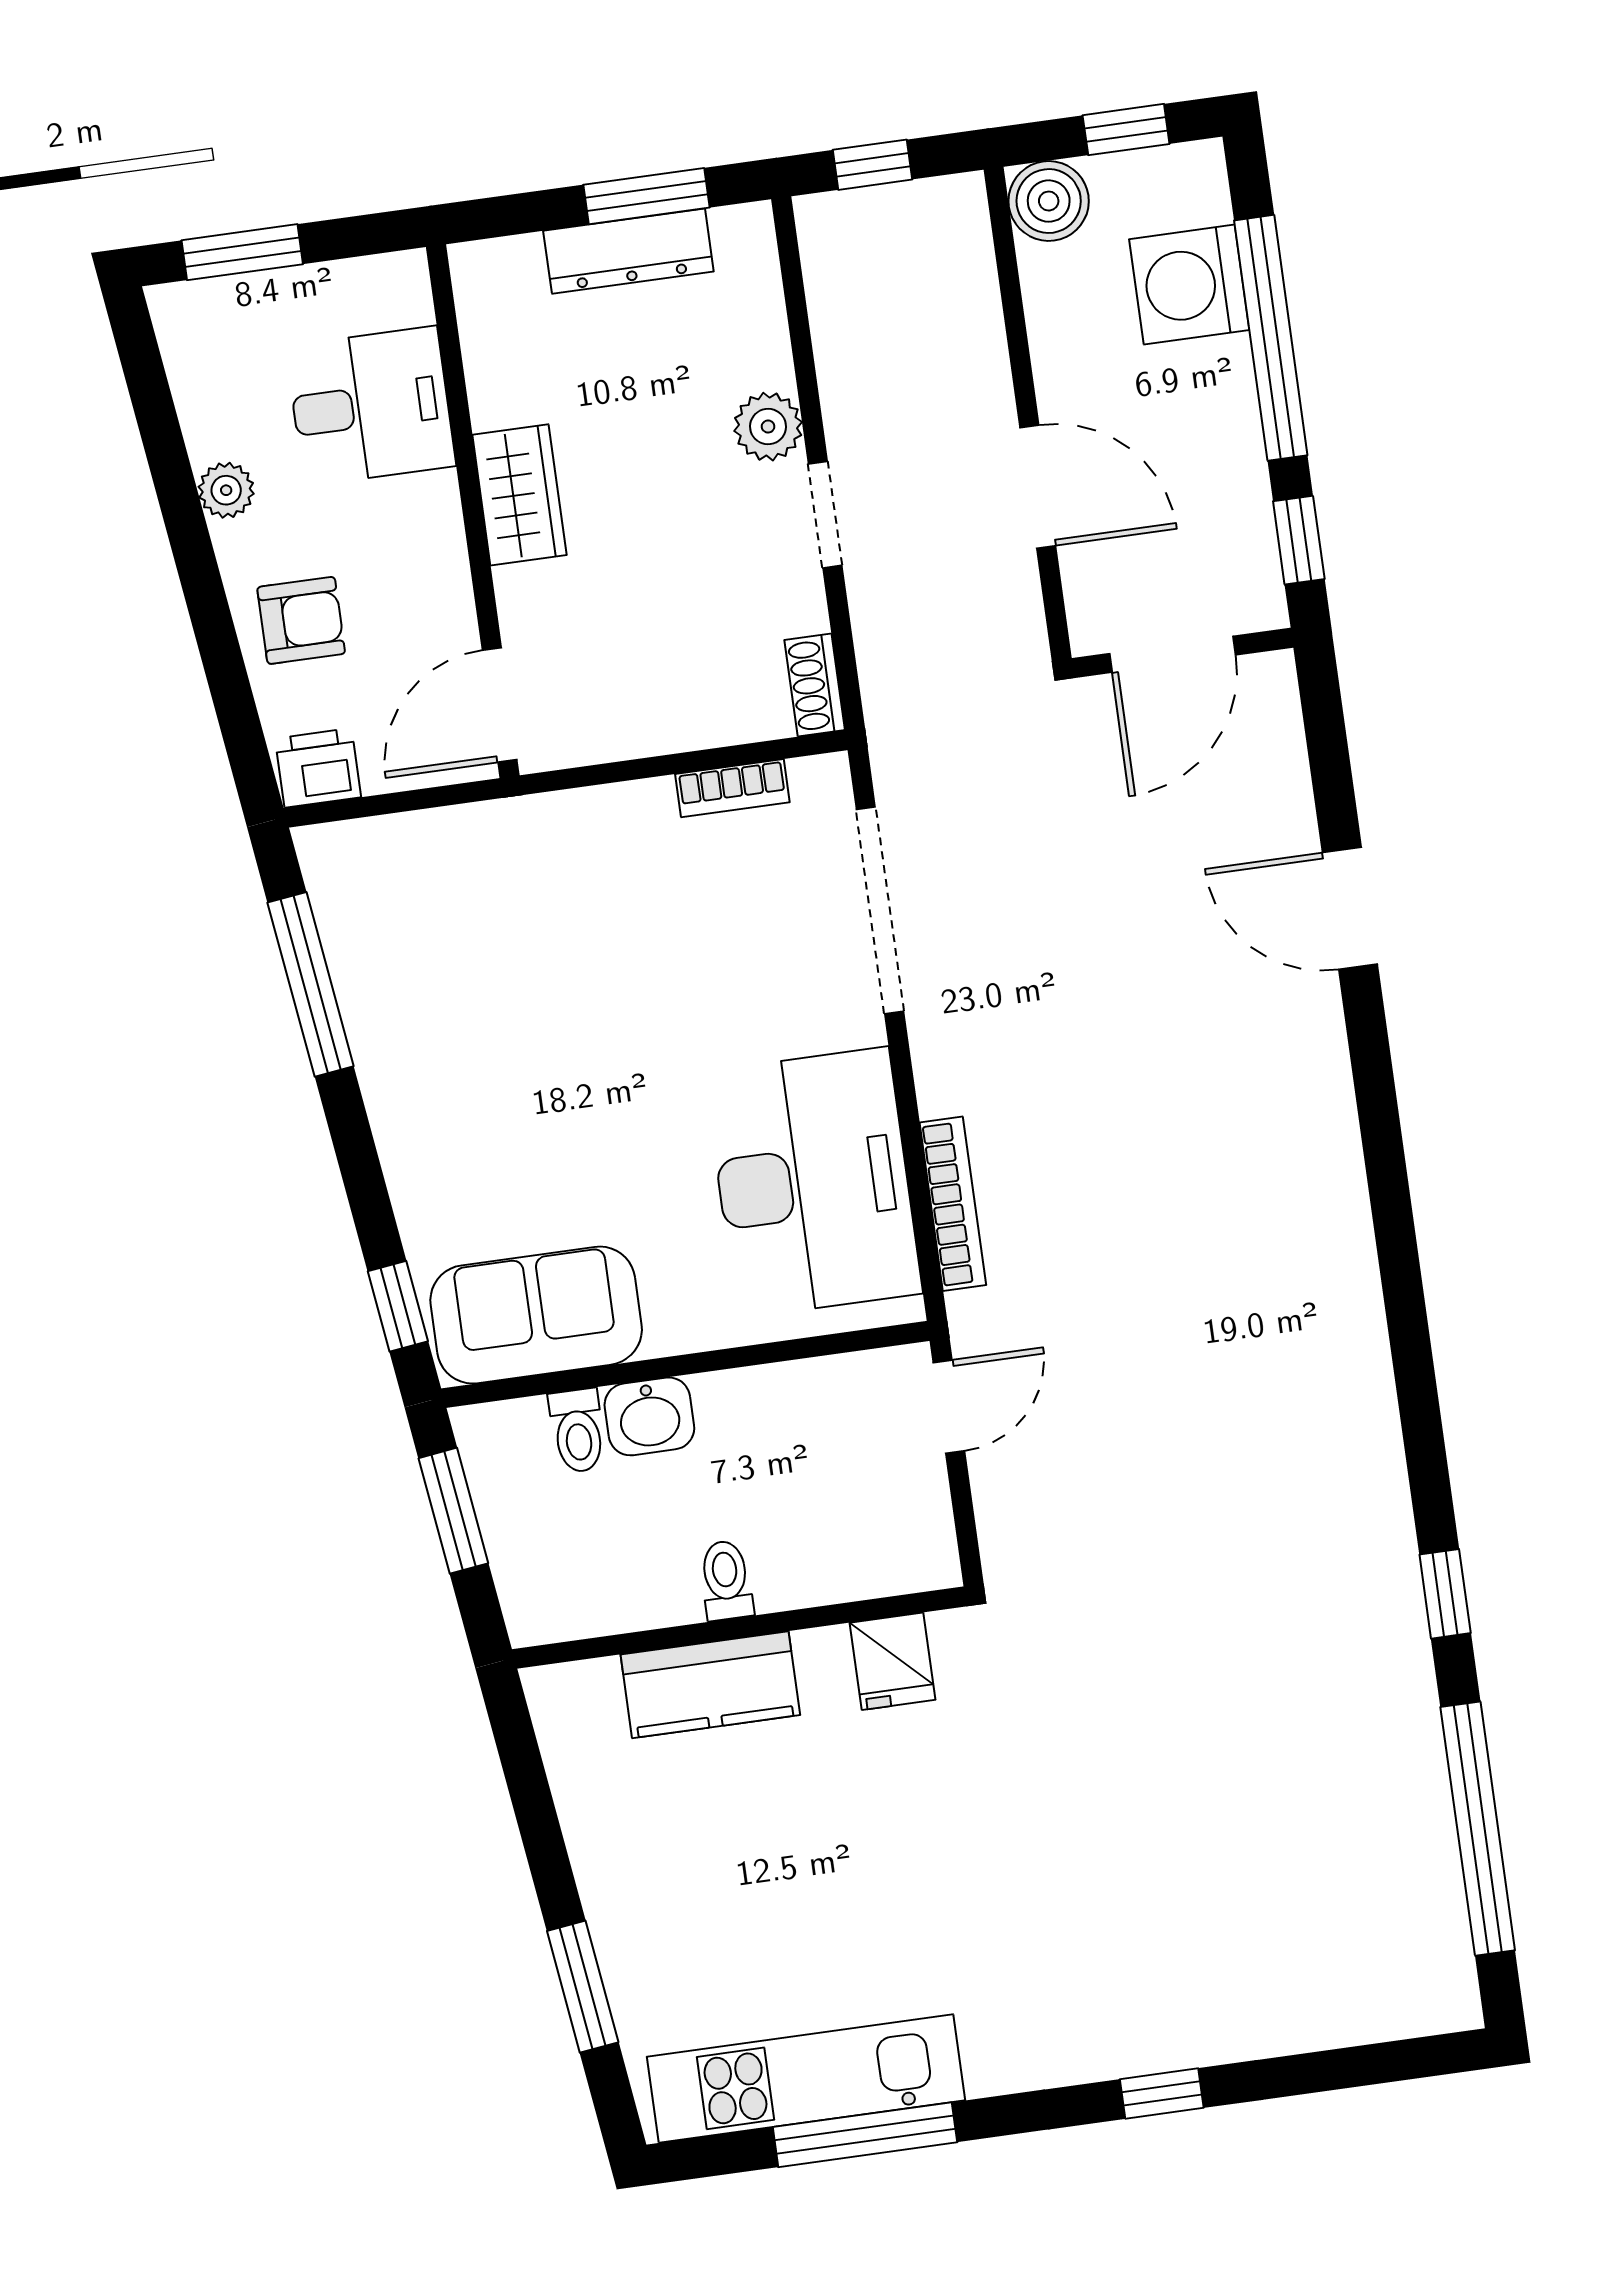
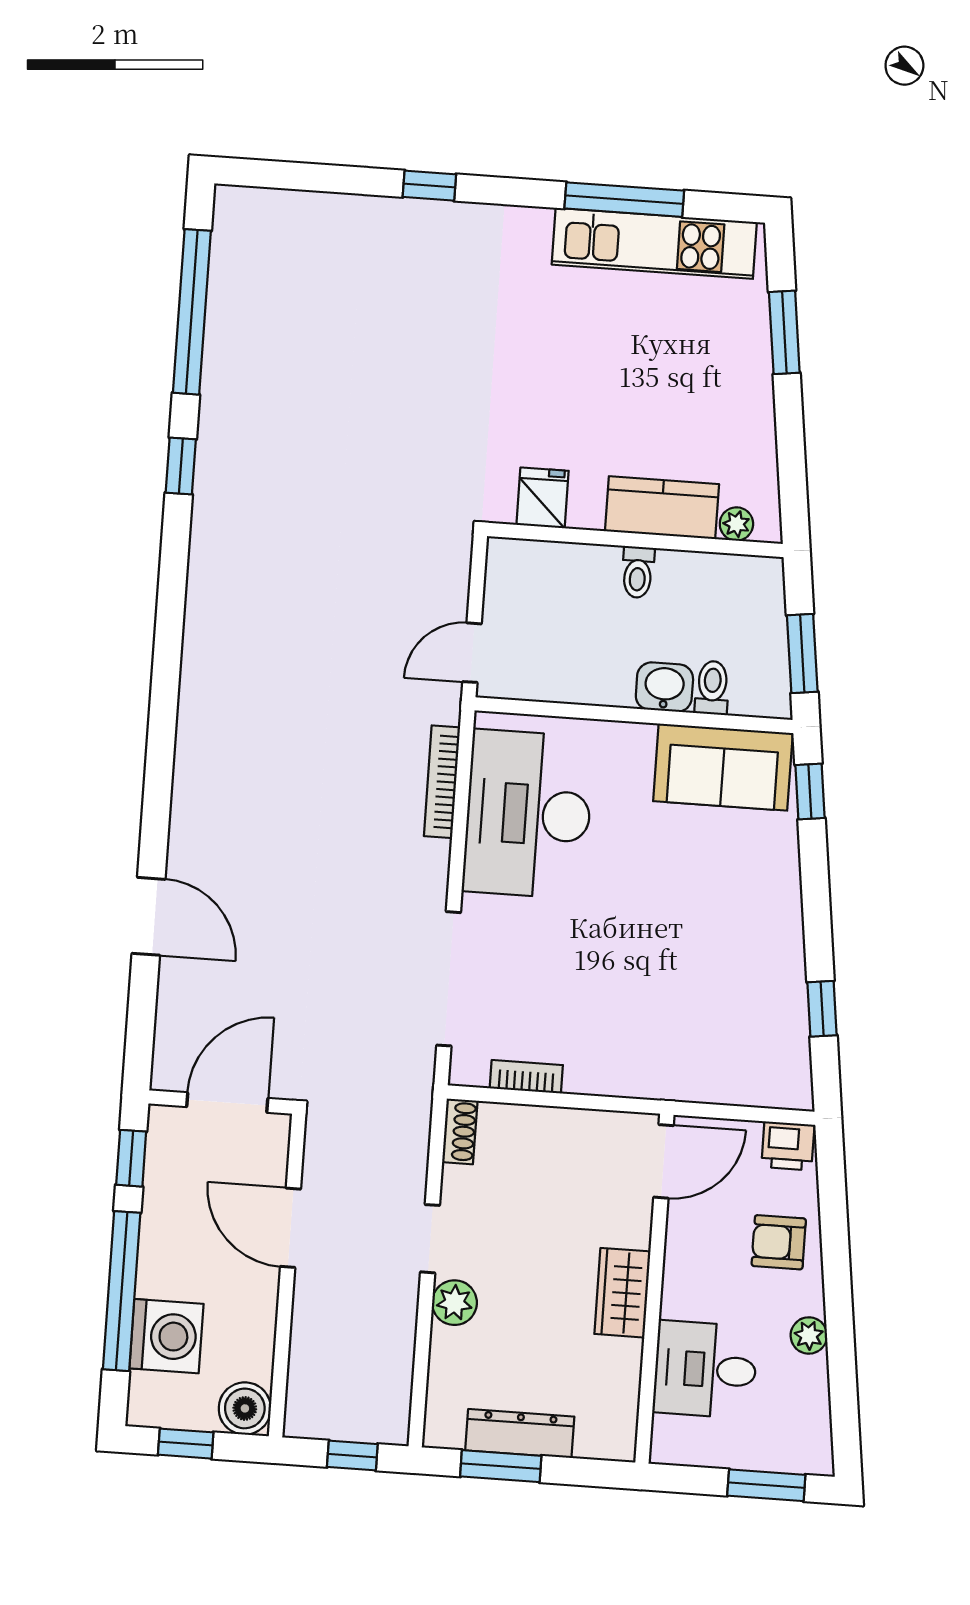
window: (311, 984) -> (822, 1009), width x0.46
plant: (593, 1684) -> (736, 524), added

